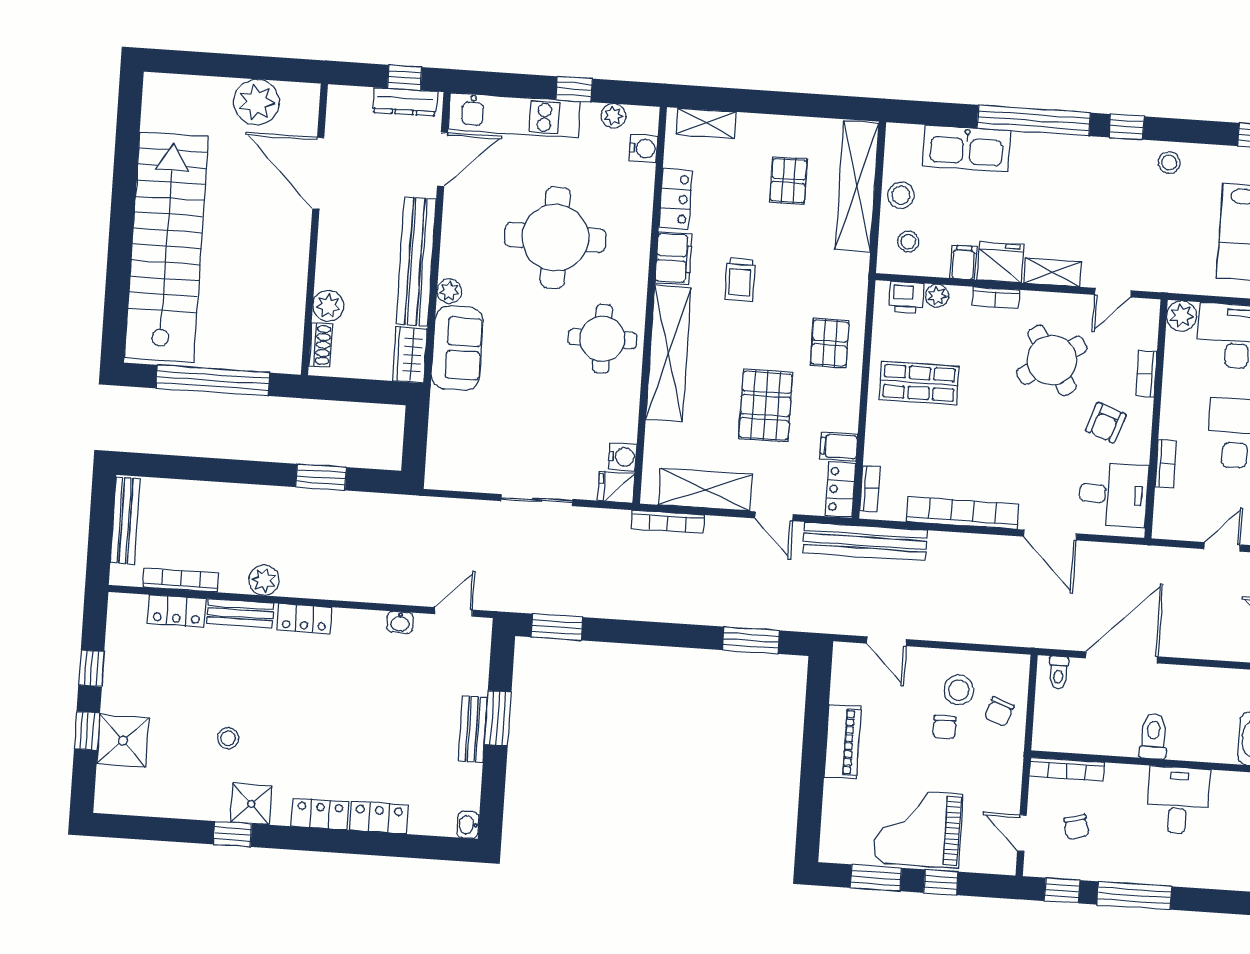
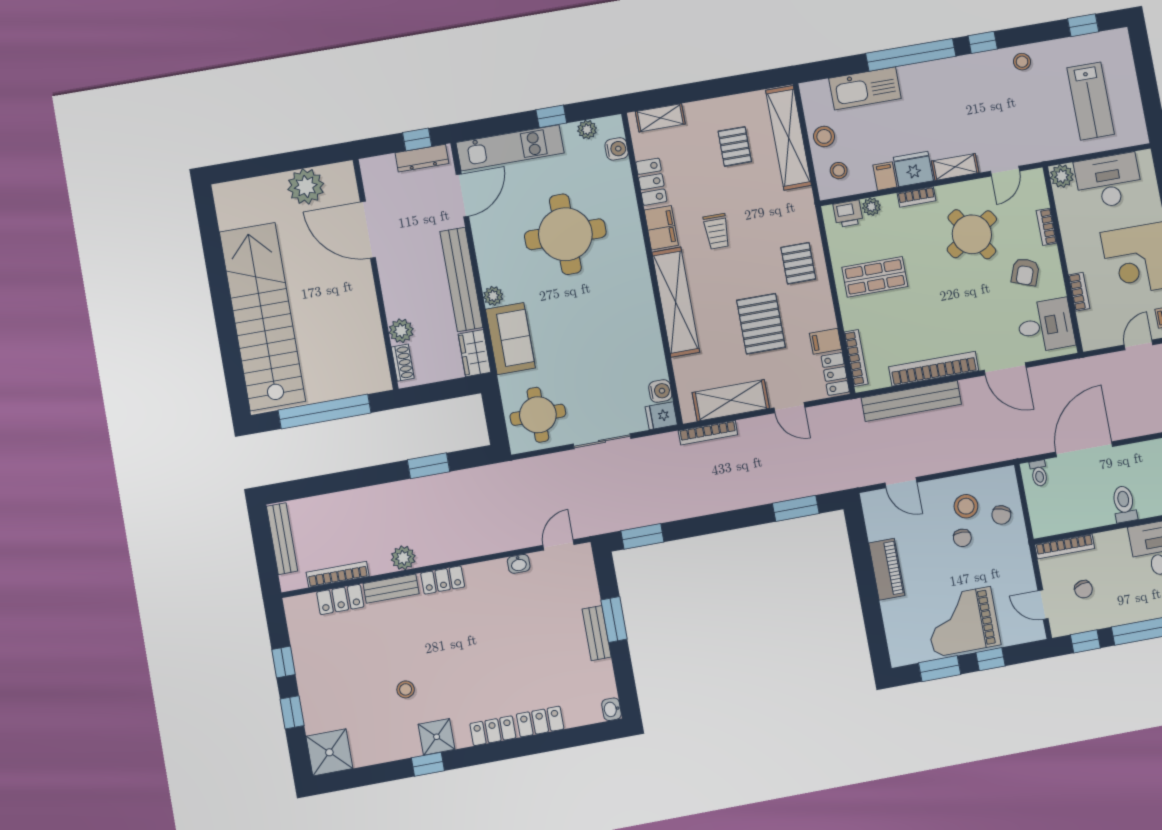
round table: (602, 339) -> (538, 415), moved
bookcase: (870, 489) -> (856, 358), width x1.56
bench: (865, 541) -> (911, 401), moved
shower: (123, 741) -> (329, 752), moved

